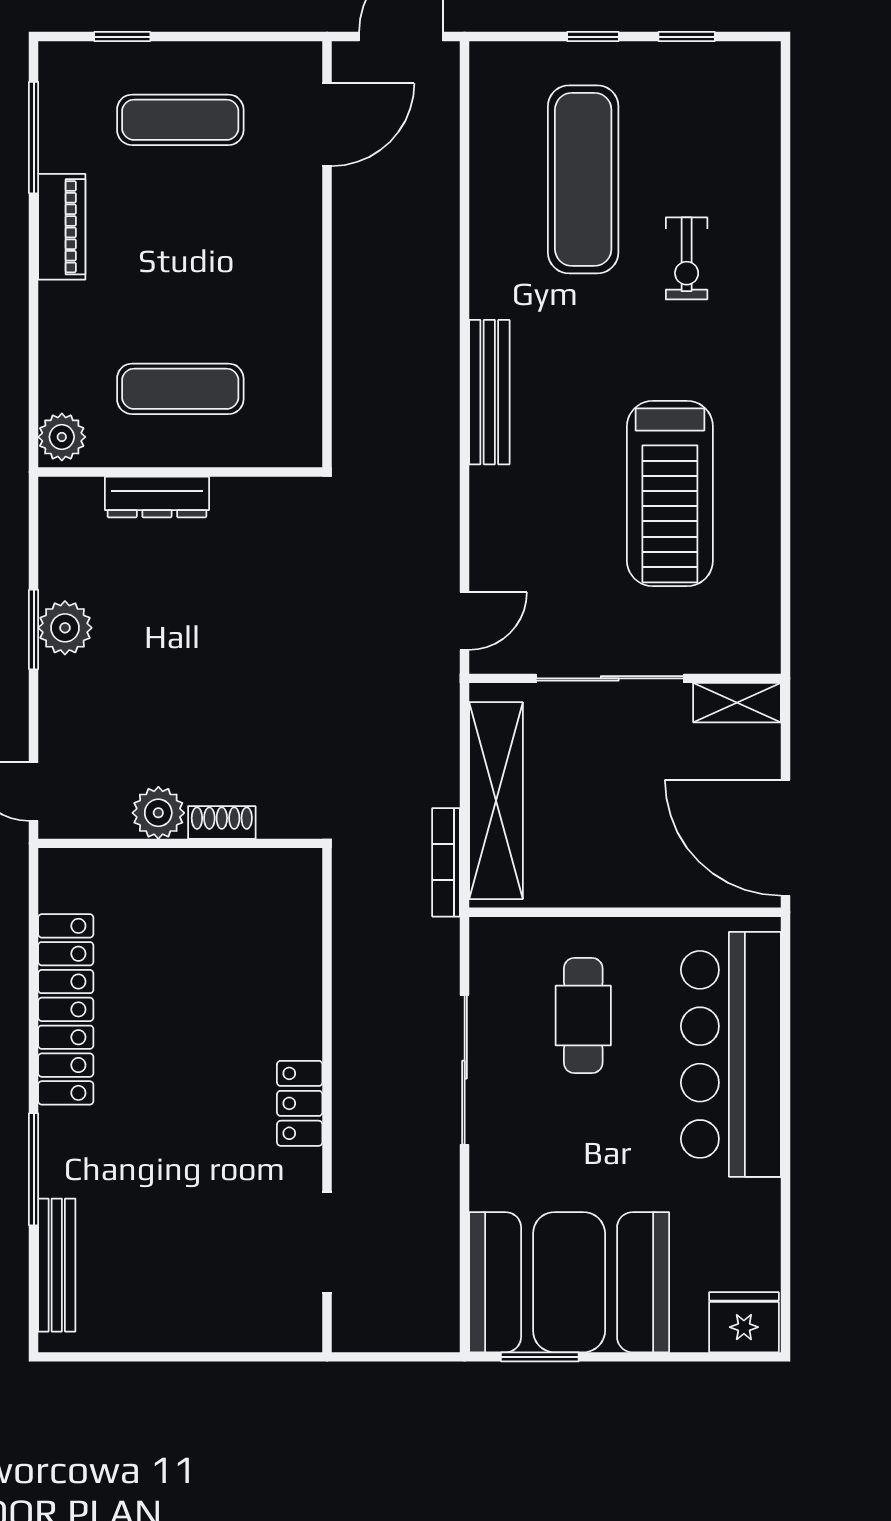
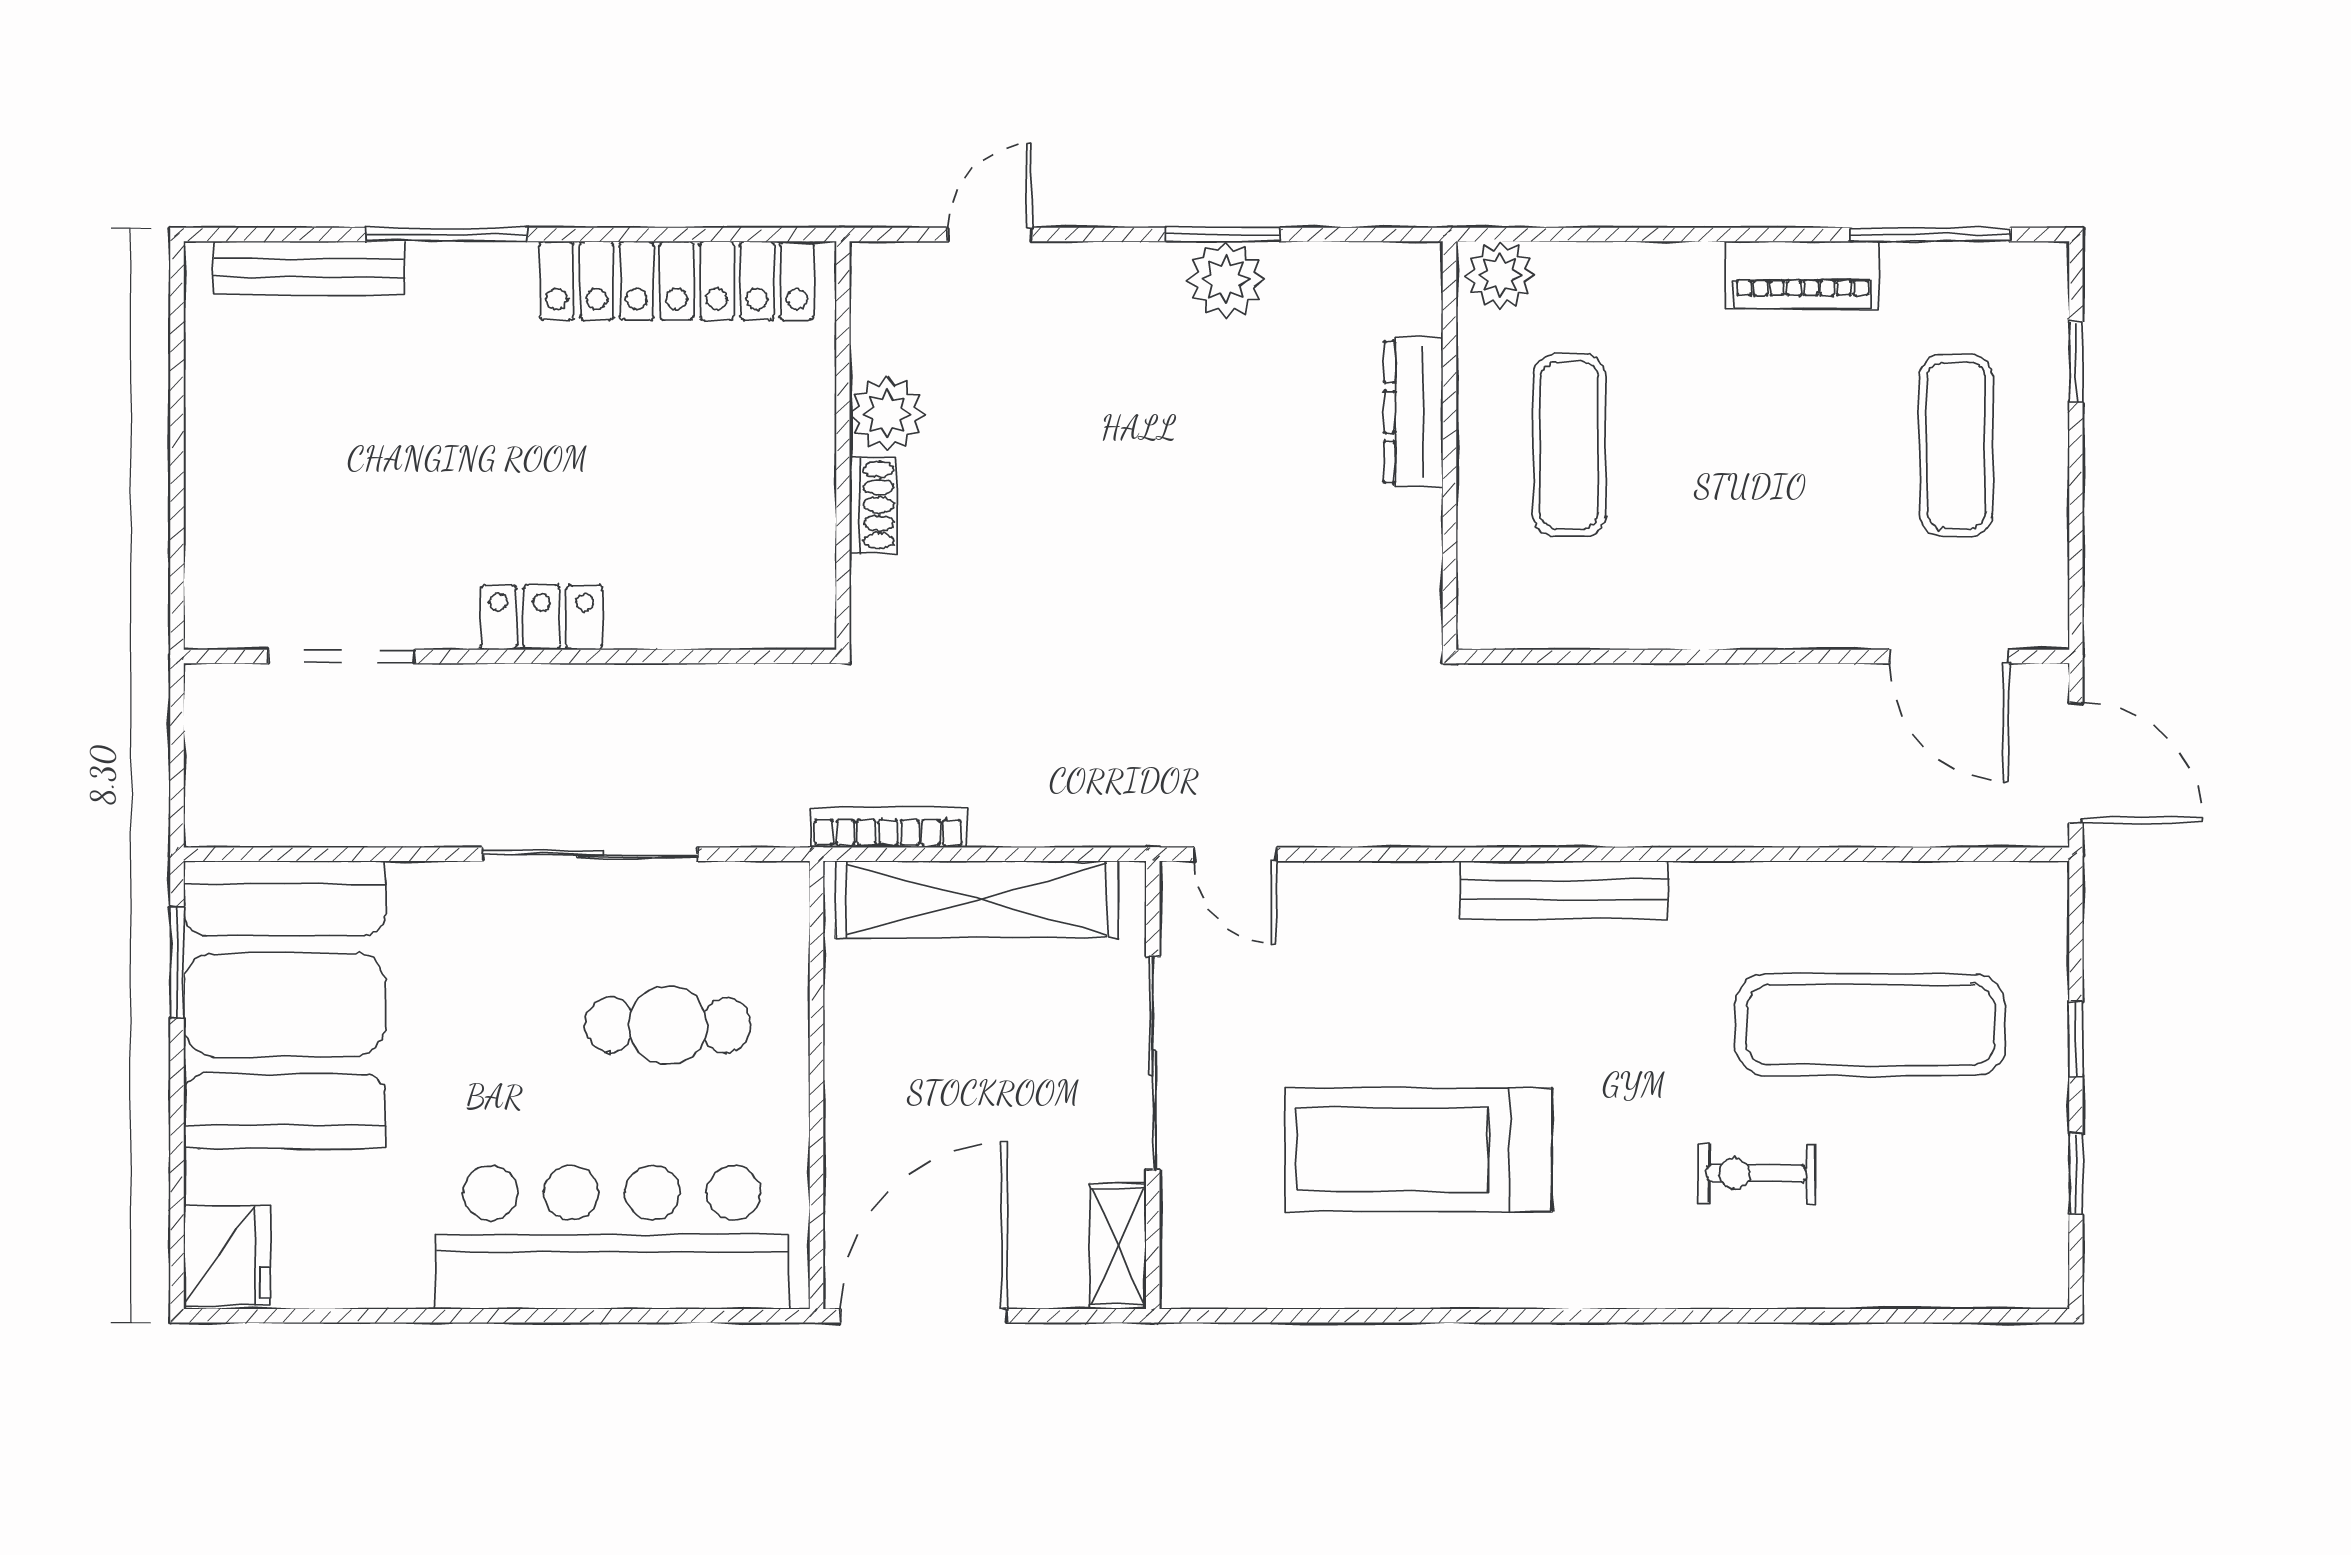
plant: (158, 813) -> (887, 414), moved
shoe rack: (222, 822) -> (873, 505), moved
wall: (180, 843) -> (843, 445), moved

